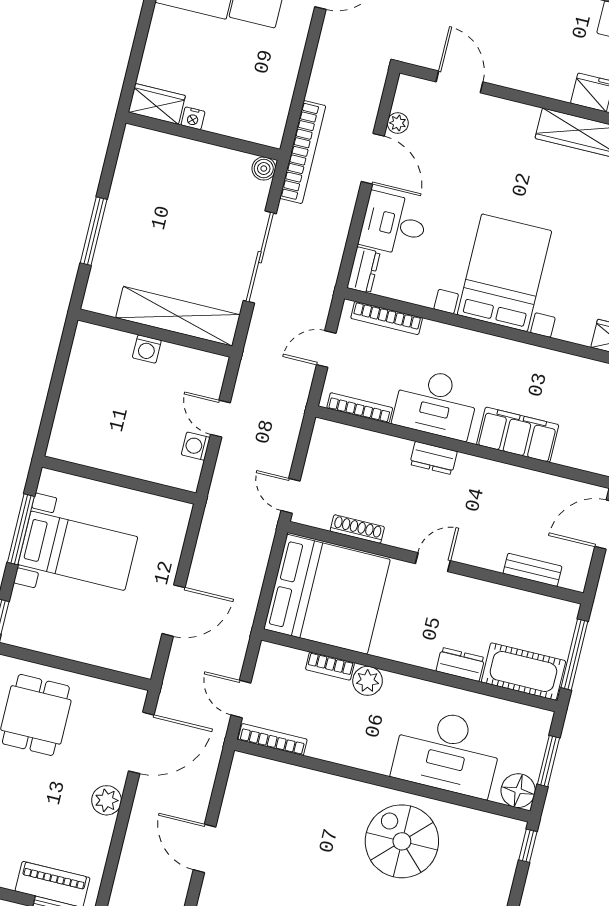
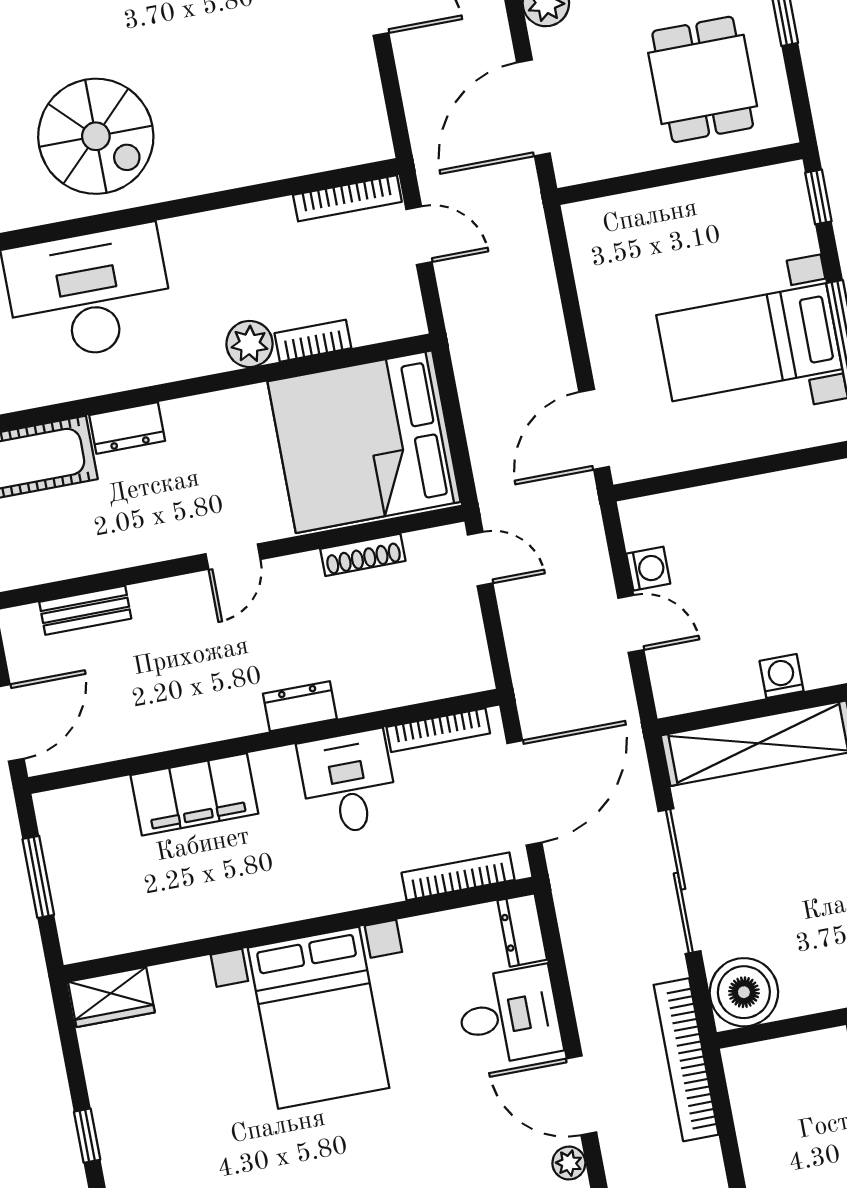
boiler: (264, 169) -> (744, 992), width x1.86, depth x1.86
door: (326, 349) -> (524, 793), width x1.87
desk: (436, 403) -> (348, 783), width x0.73
door: (174, 611) -> (594, 429), moved

